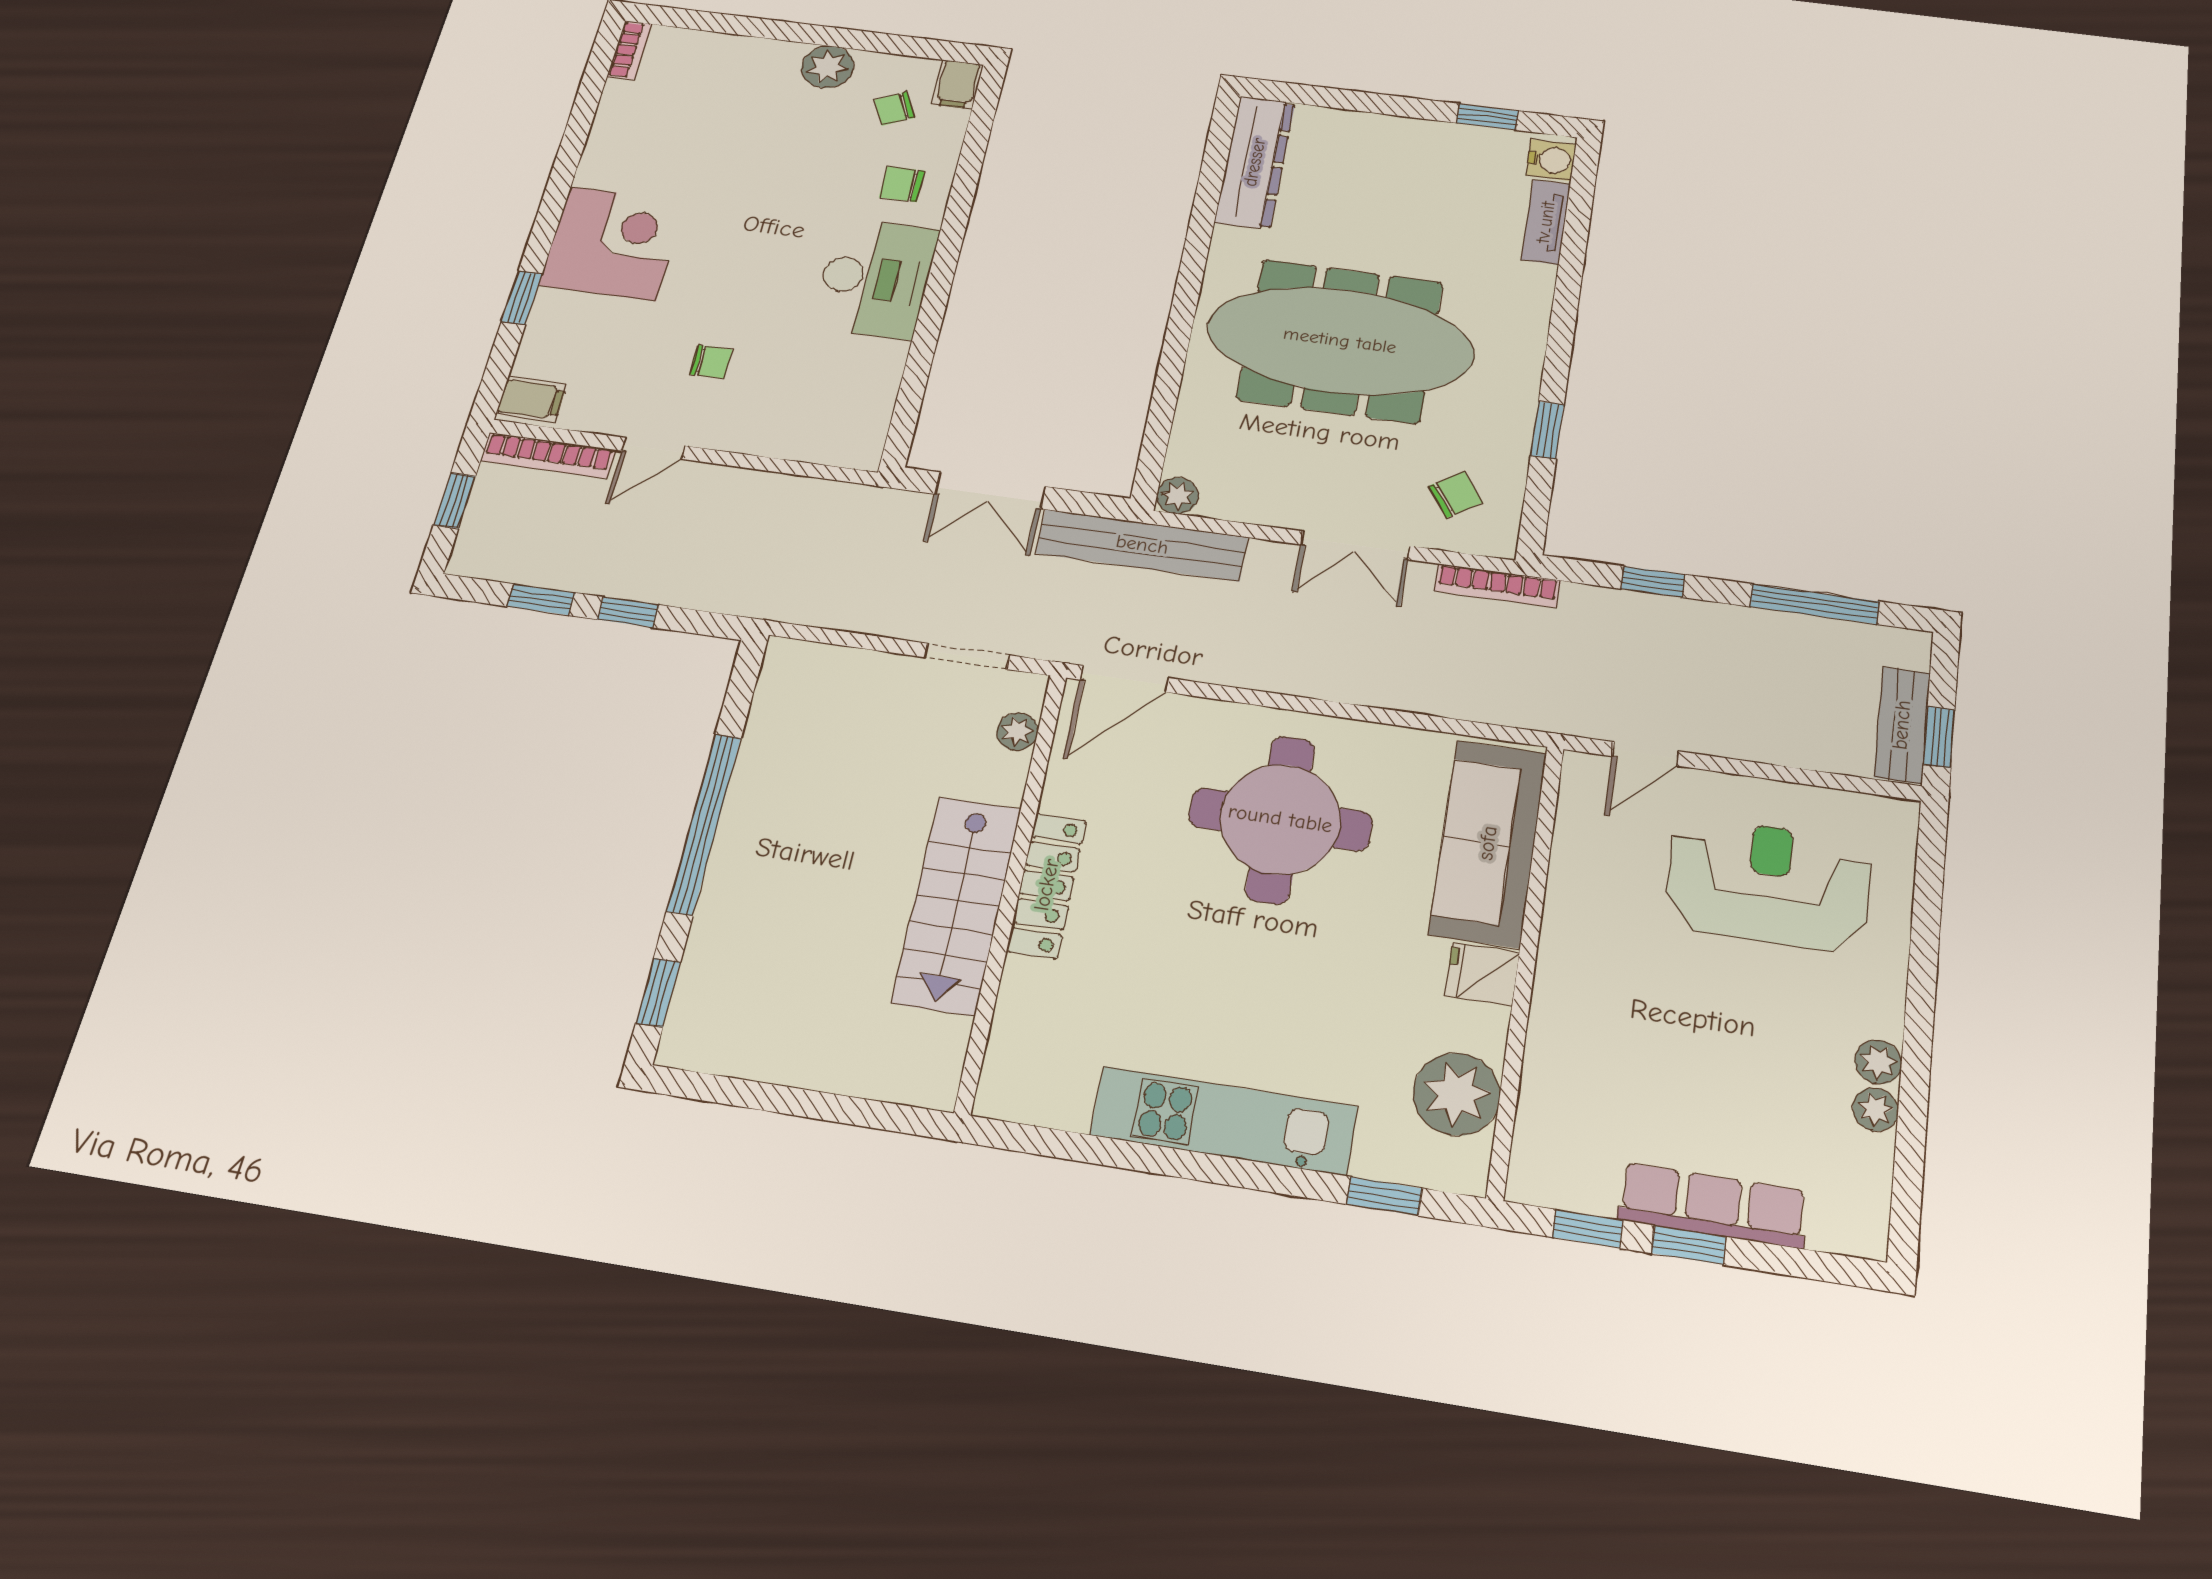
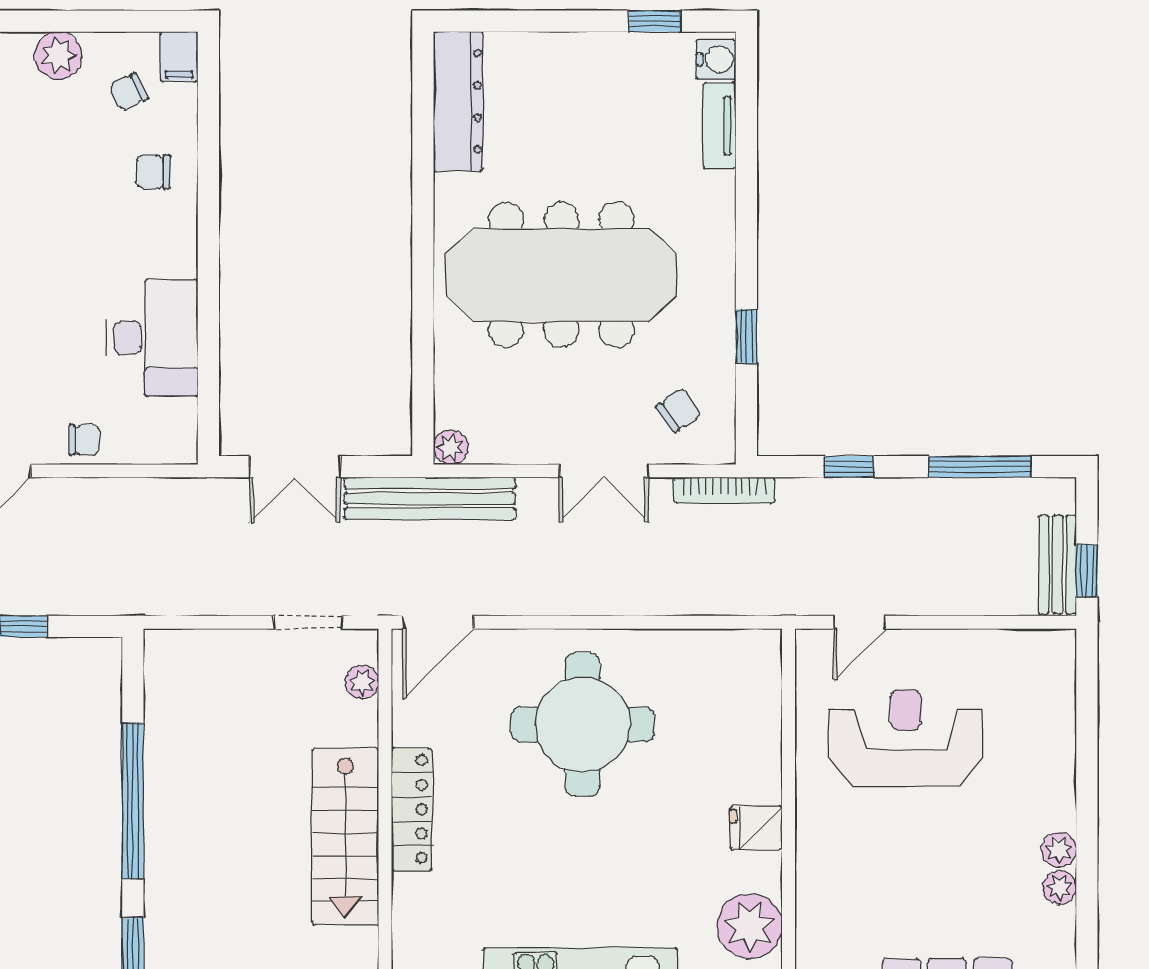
desk: (875, 278) -> (152, 338), moved
chair: (711, 362) -> (84, 440), moved
sofa: (1488, 843) -> (746, 718), removed
reception desk: (1768, 884) -> (906, 738), moved

